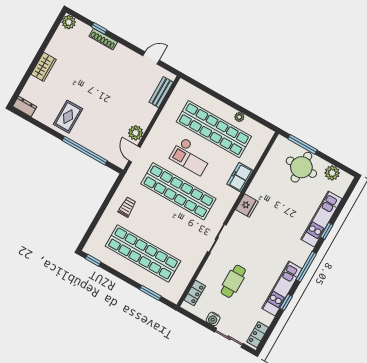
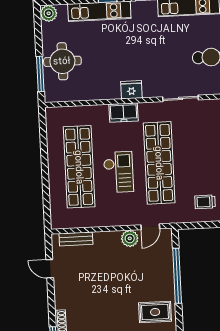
plant: (239, 117) -> (52, 150), removed
plant: (332, 173) -> (49, 13), moved
freezer: (240, 177) -> (124, 113), moved

